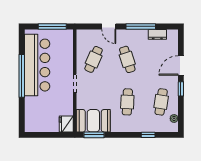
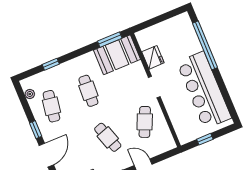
window: (52, 26) -> (205, 139), width x0.46
window: (22, 76) -> (205, 45), moved
fridge: (66, 124) -> (153, 57), moved

